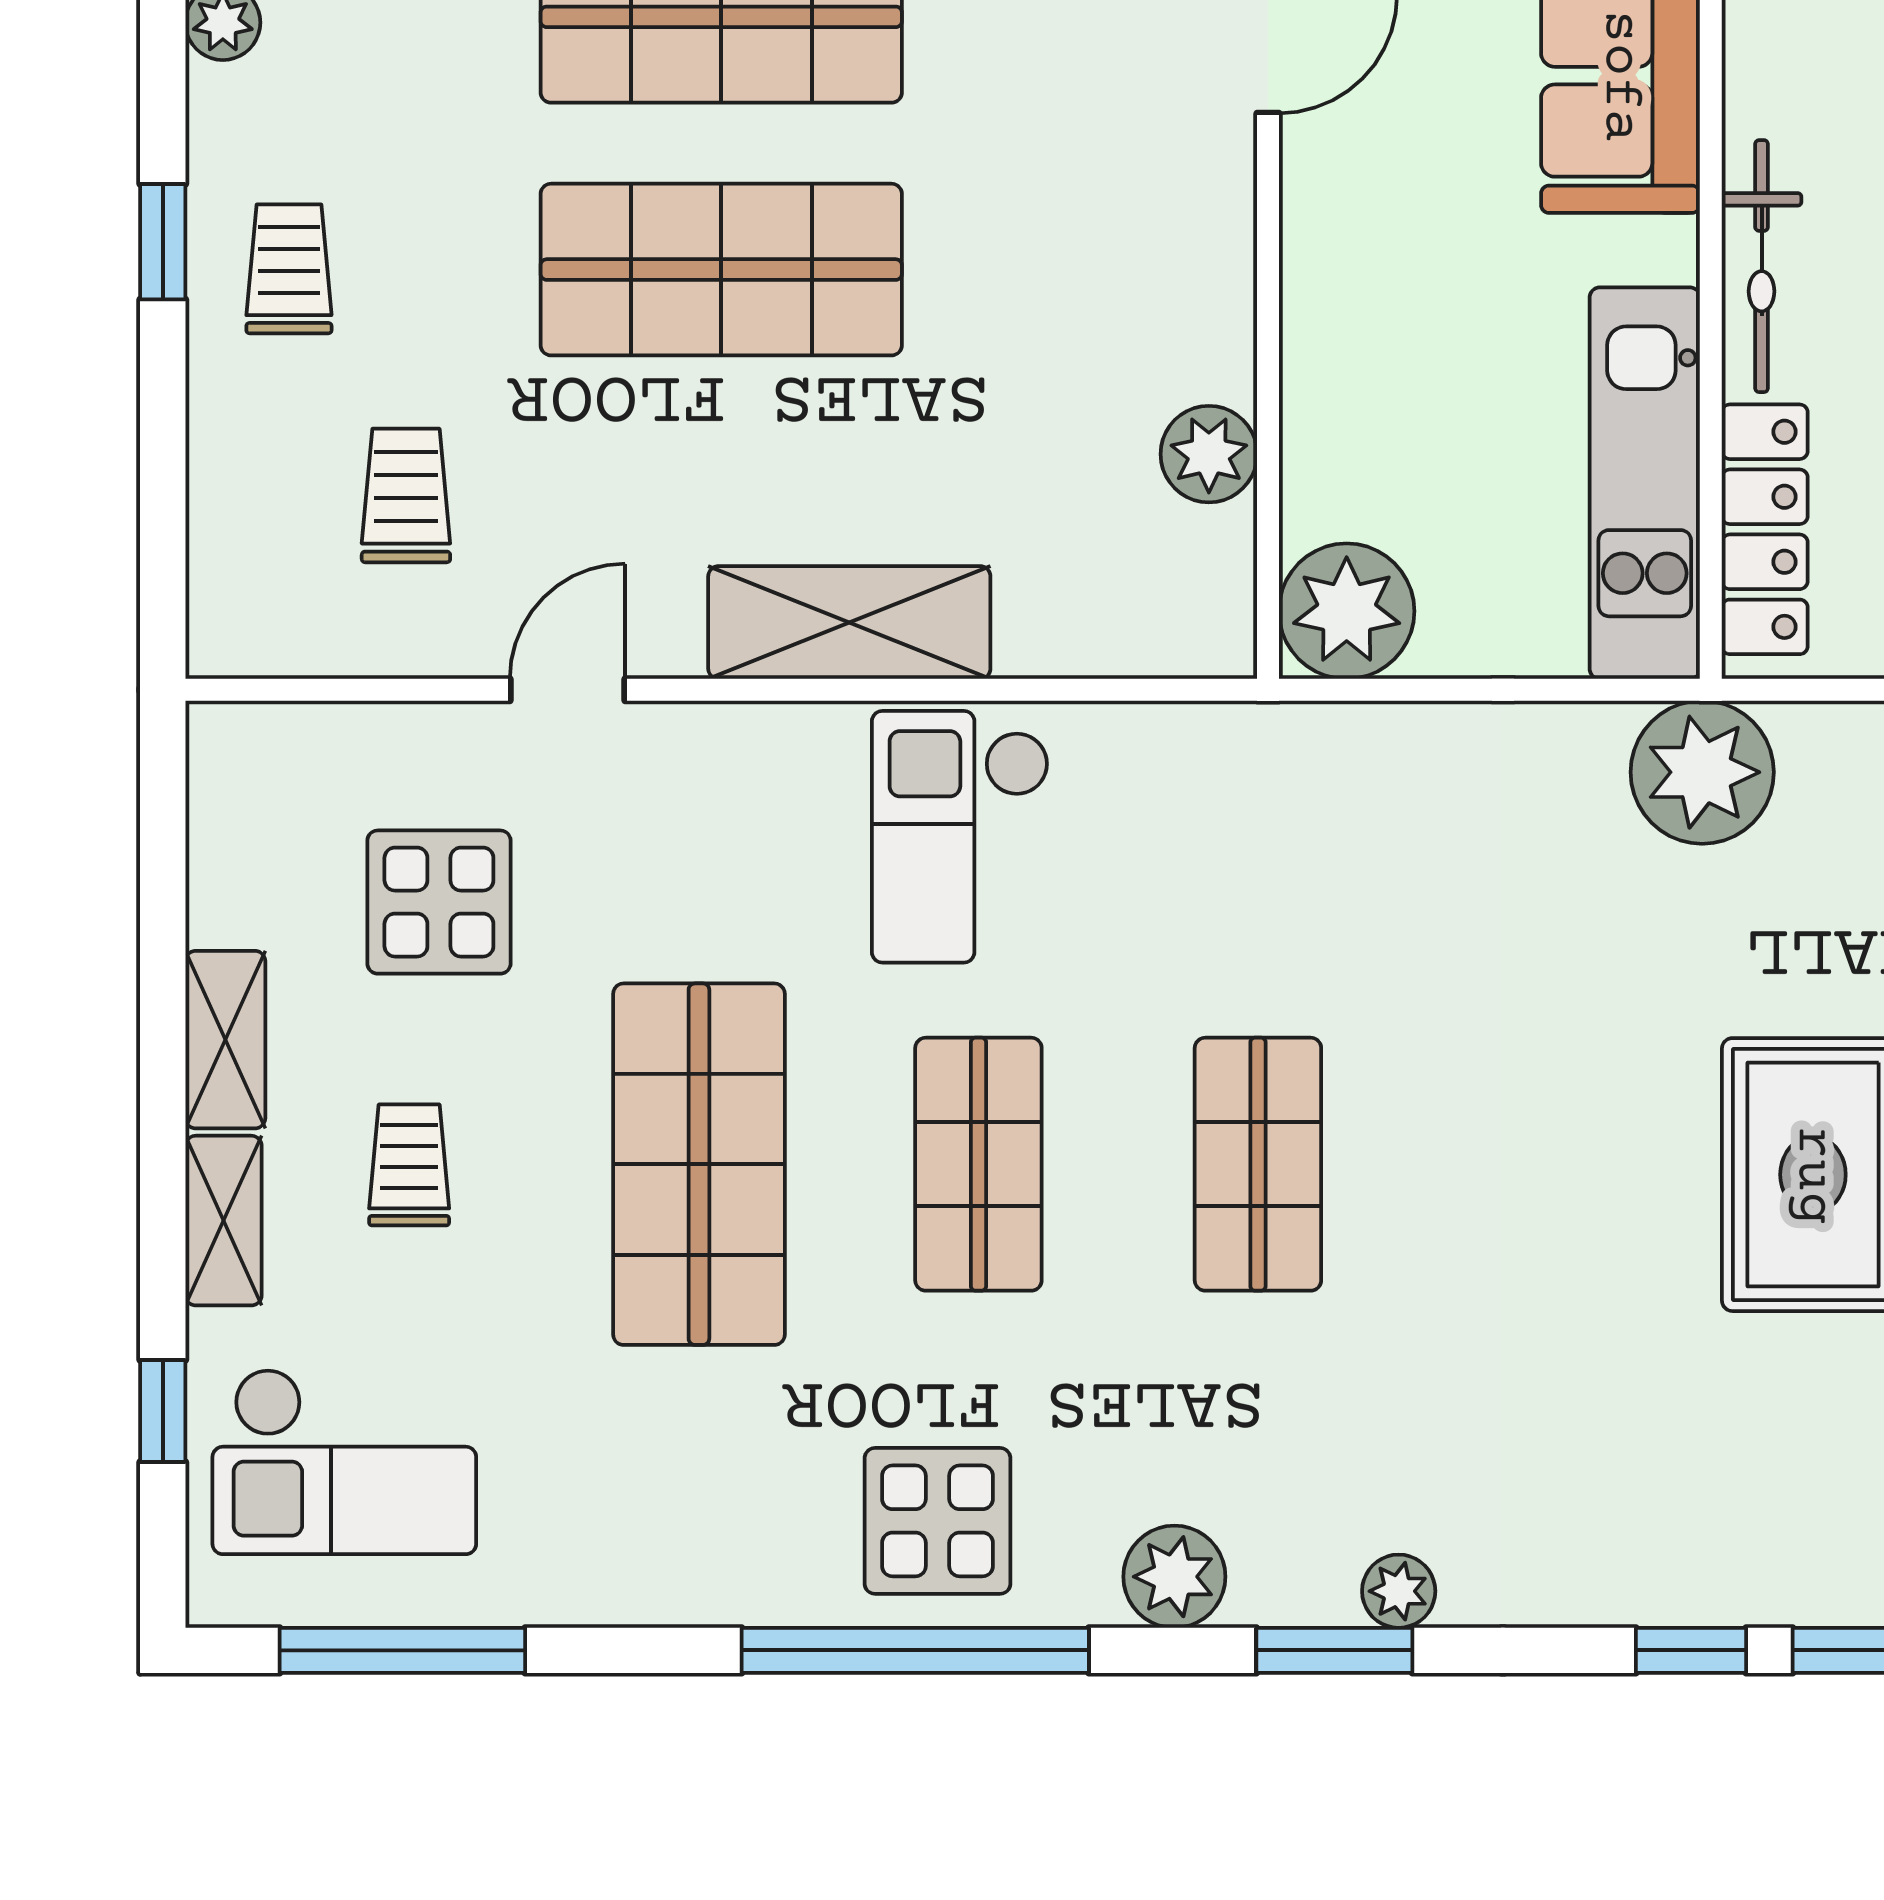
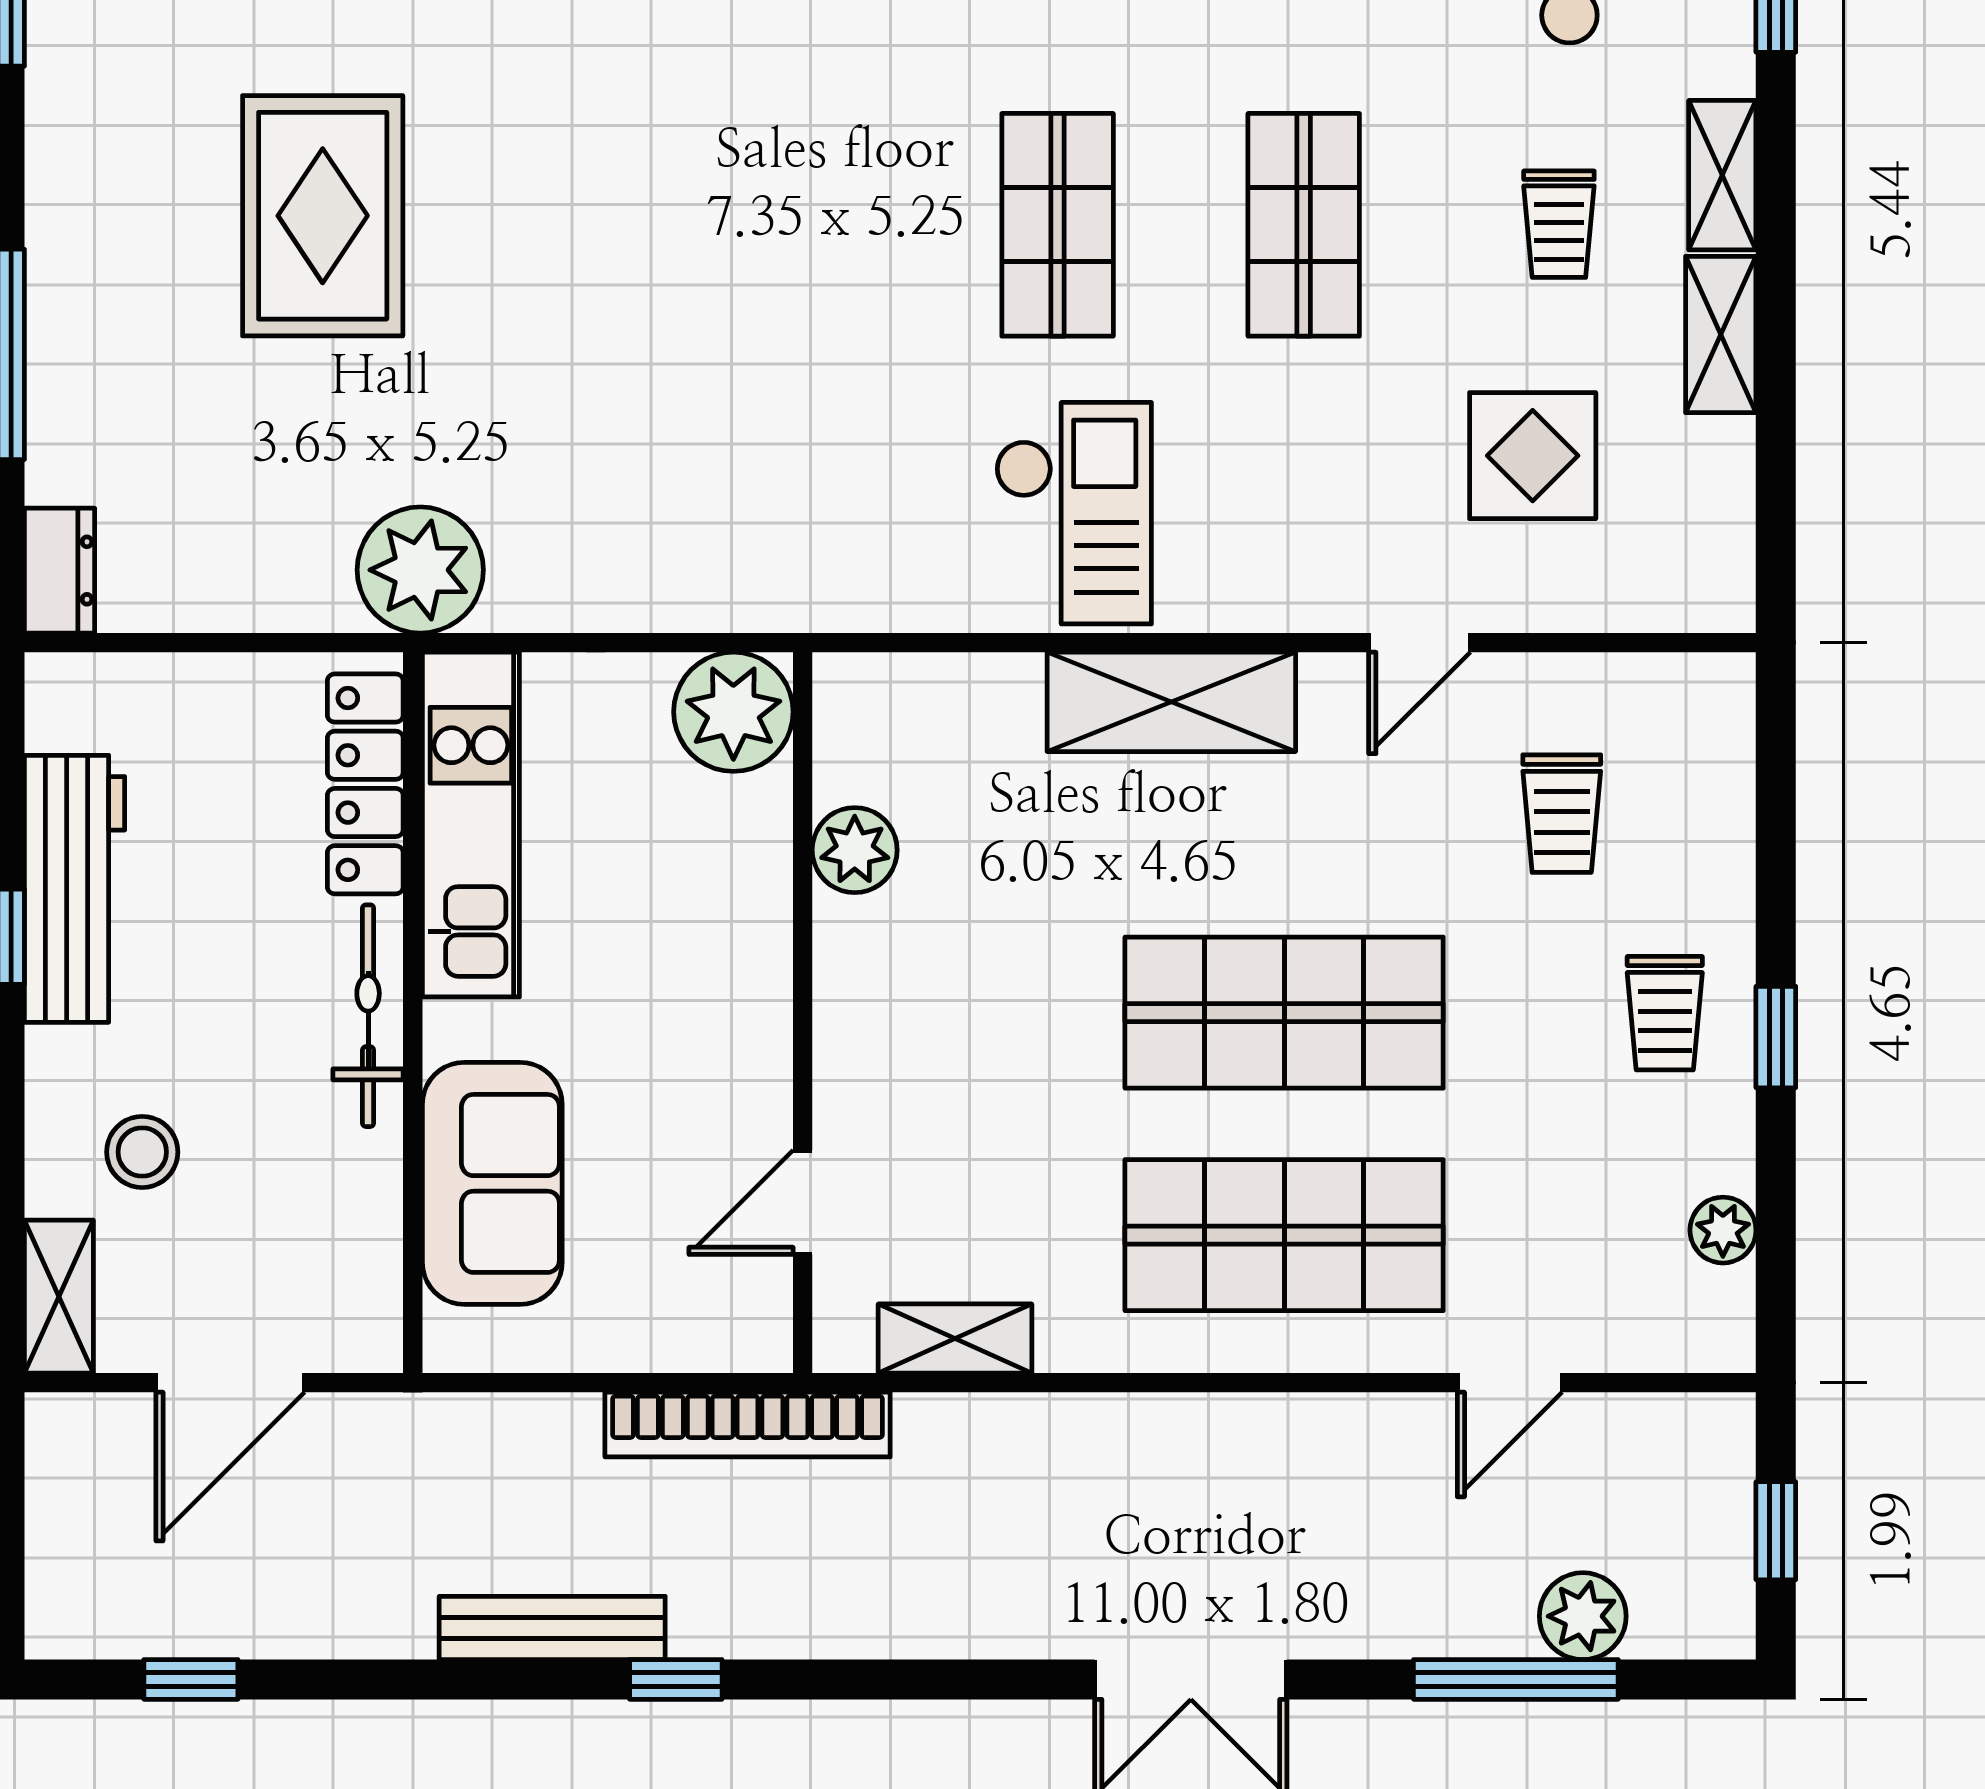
shop shelf: (699, 1164) -> (1304, 225), width x0.70, depth x0.74
shop shelf: (1258, 1164) -> (811, 225), removed

